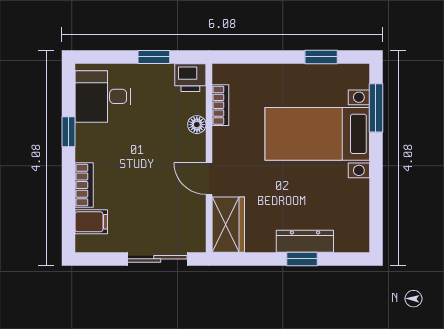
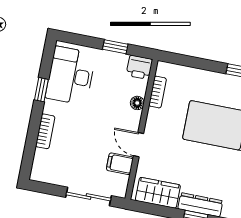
desk: (103, 96) -> (71, 76), width x1.37
filing cabinet: (91, 222) -> (120, 164), moved, turned 180
wardrobe: (228, 225) -> (158, 193), moved, turned -90

